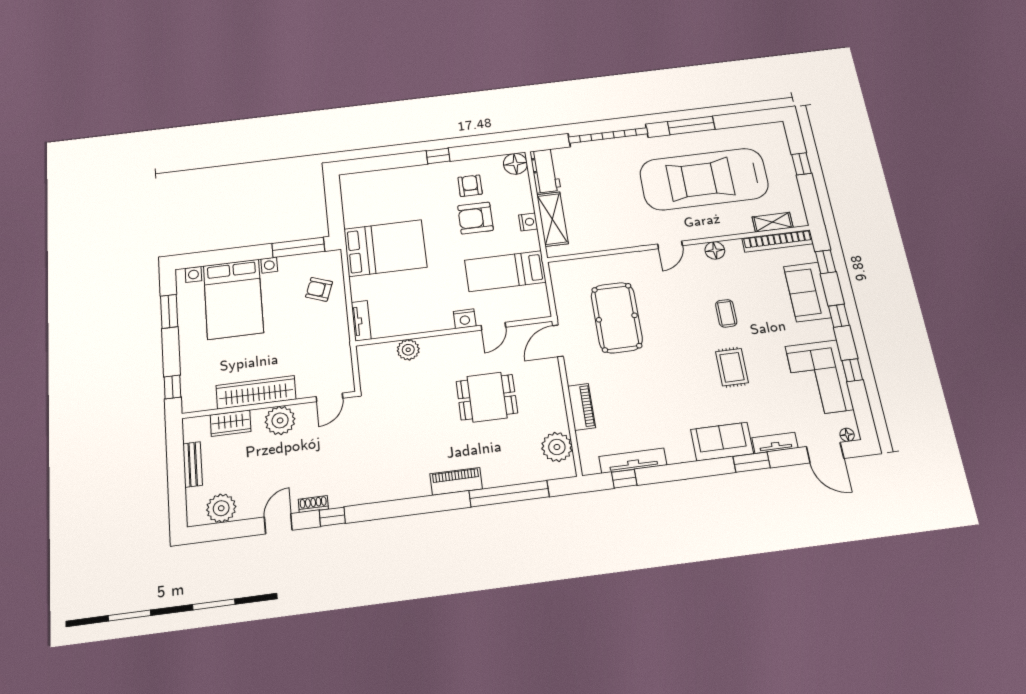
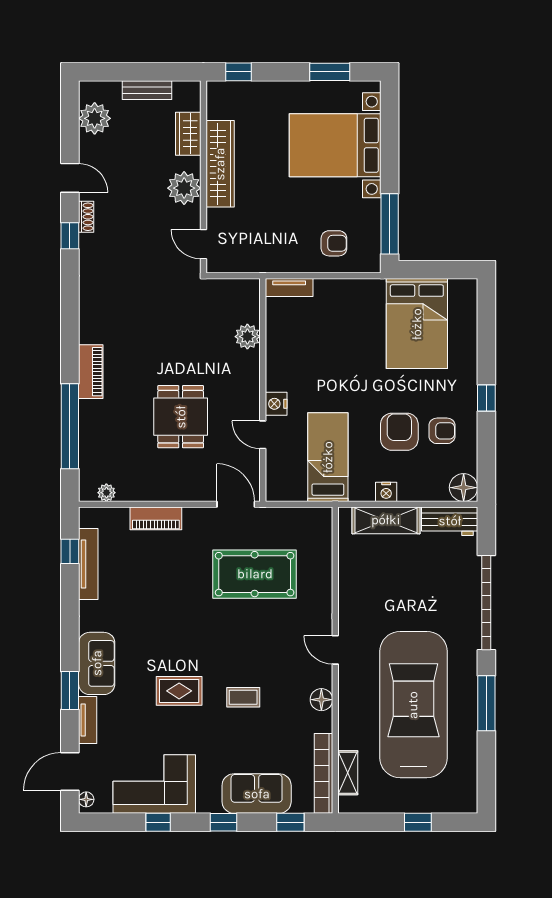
bed: (385, 248) -> (417, 324), moved
armchair: (319, 289) -> (334, 243), turned 70
plant: (557, 447) -> (106, 493), width x0.53, depth x0.53

